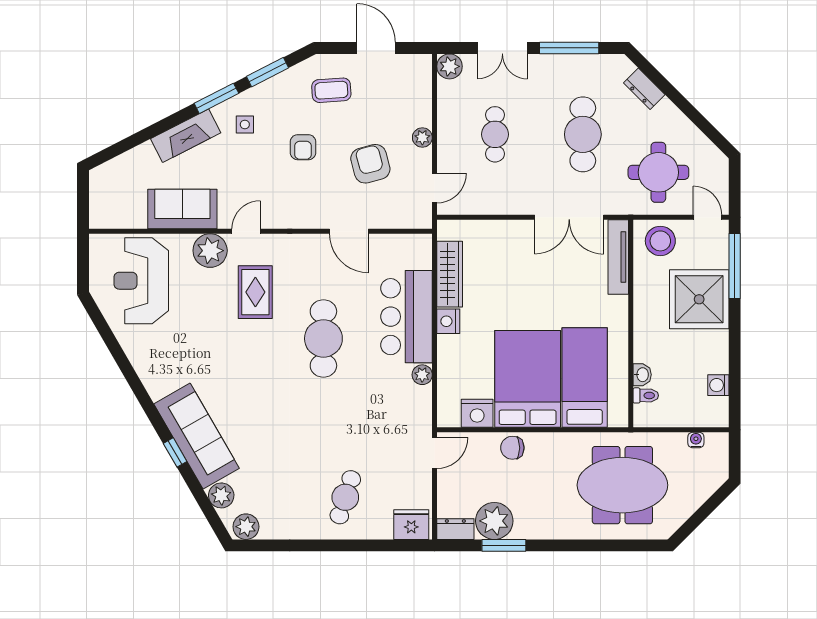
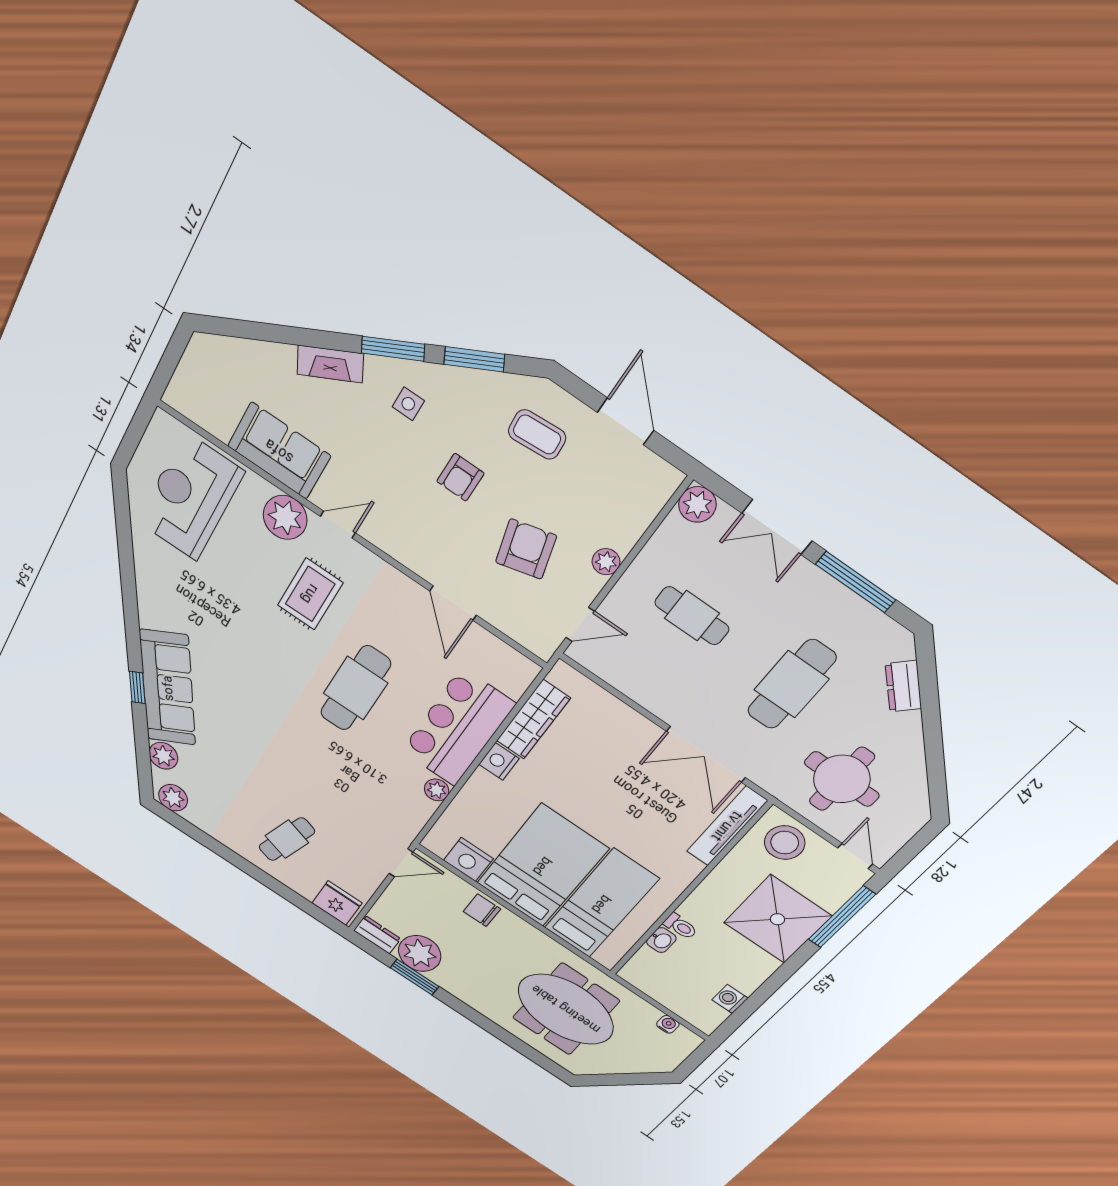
cafe table: (495, 134) -> (692, 616), turned 90
fireplace: (186, 136) -> (330, 364), width x0.73, depth x0.76
toilet: (646, 395) -> (680, 926), moved

